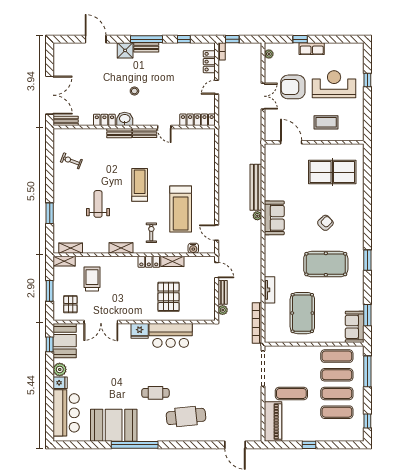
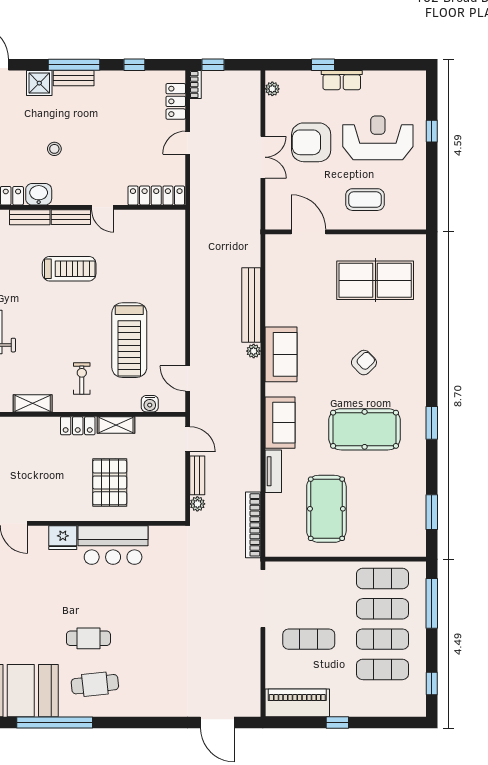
treadmill: (140, 185) -> (69, 269), moved, turned 90
sofa: (355, 327) -> (280, 423), moved, turned 180
cafe table: (186, 416) -> (95, 684), moved, width x0.73, depth x0.74
piano: (273, 422) -> (297, 703), moved, turned -90

